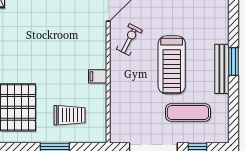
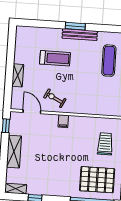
treadmill: (172, 65) -> (55, 58), moved, width x0.73, depth x0.73
filing cabinet: (98, 76) -> (63, 121), moved

